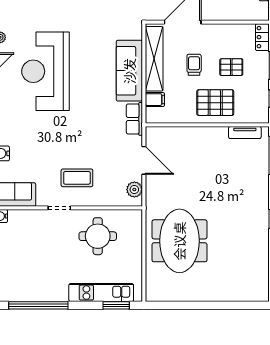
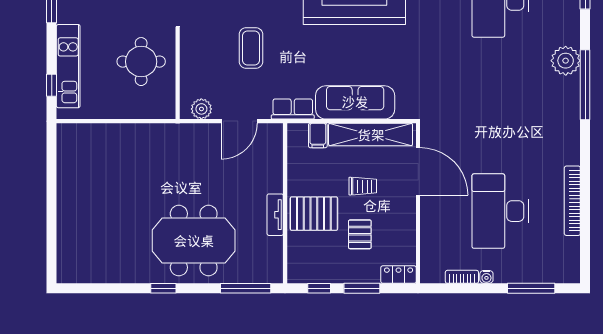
pallet: (215, 103) -> (314, 214), turned 90
tv unit: (245, 133) -> (275, 215), moved
coffee table: (77, 178) -> (251, 48), moved
meeting table: (179, 241) -> (194, 241), moved
window: (116, 305) -> (52, 85), width x0.67

